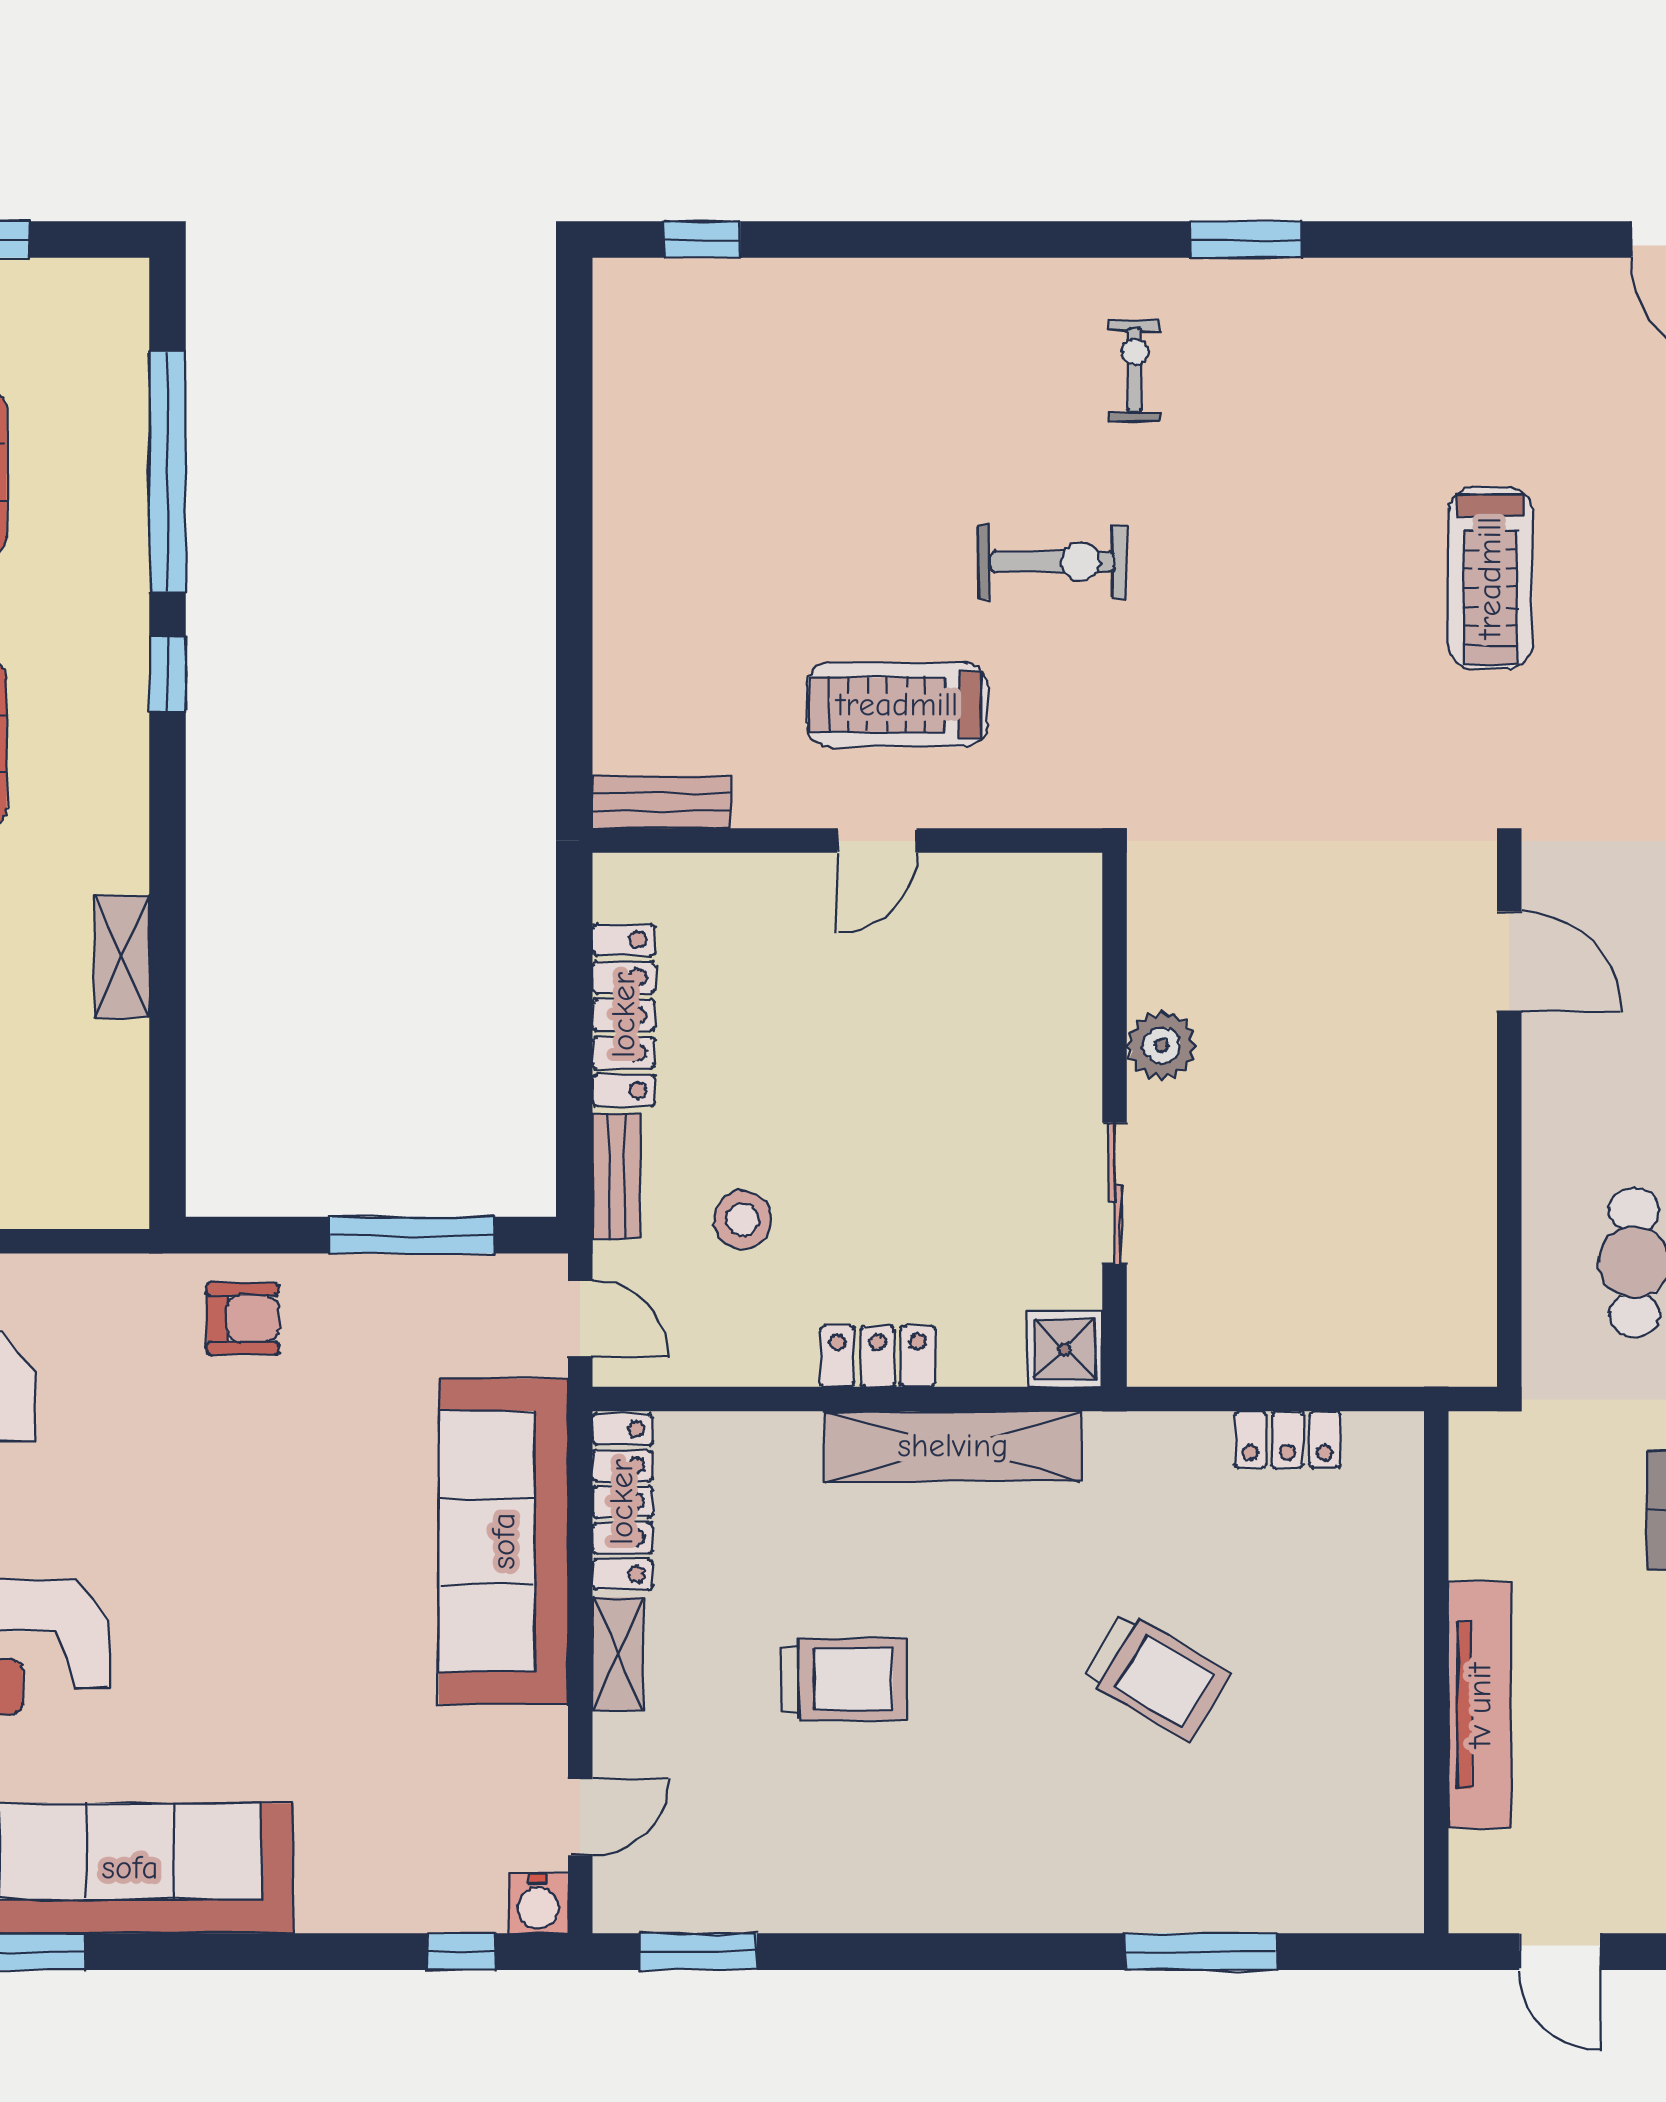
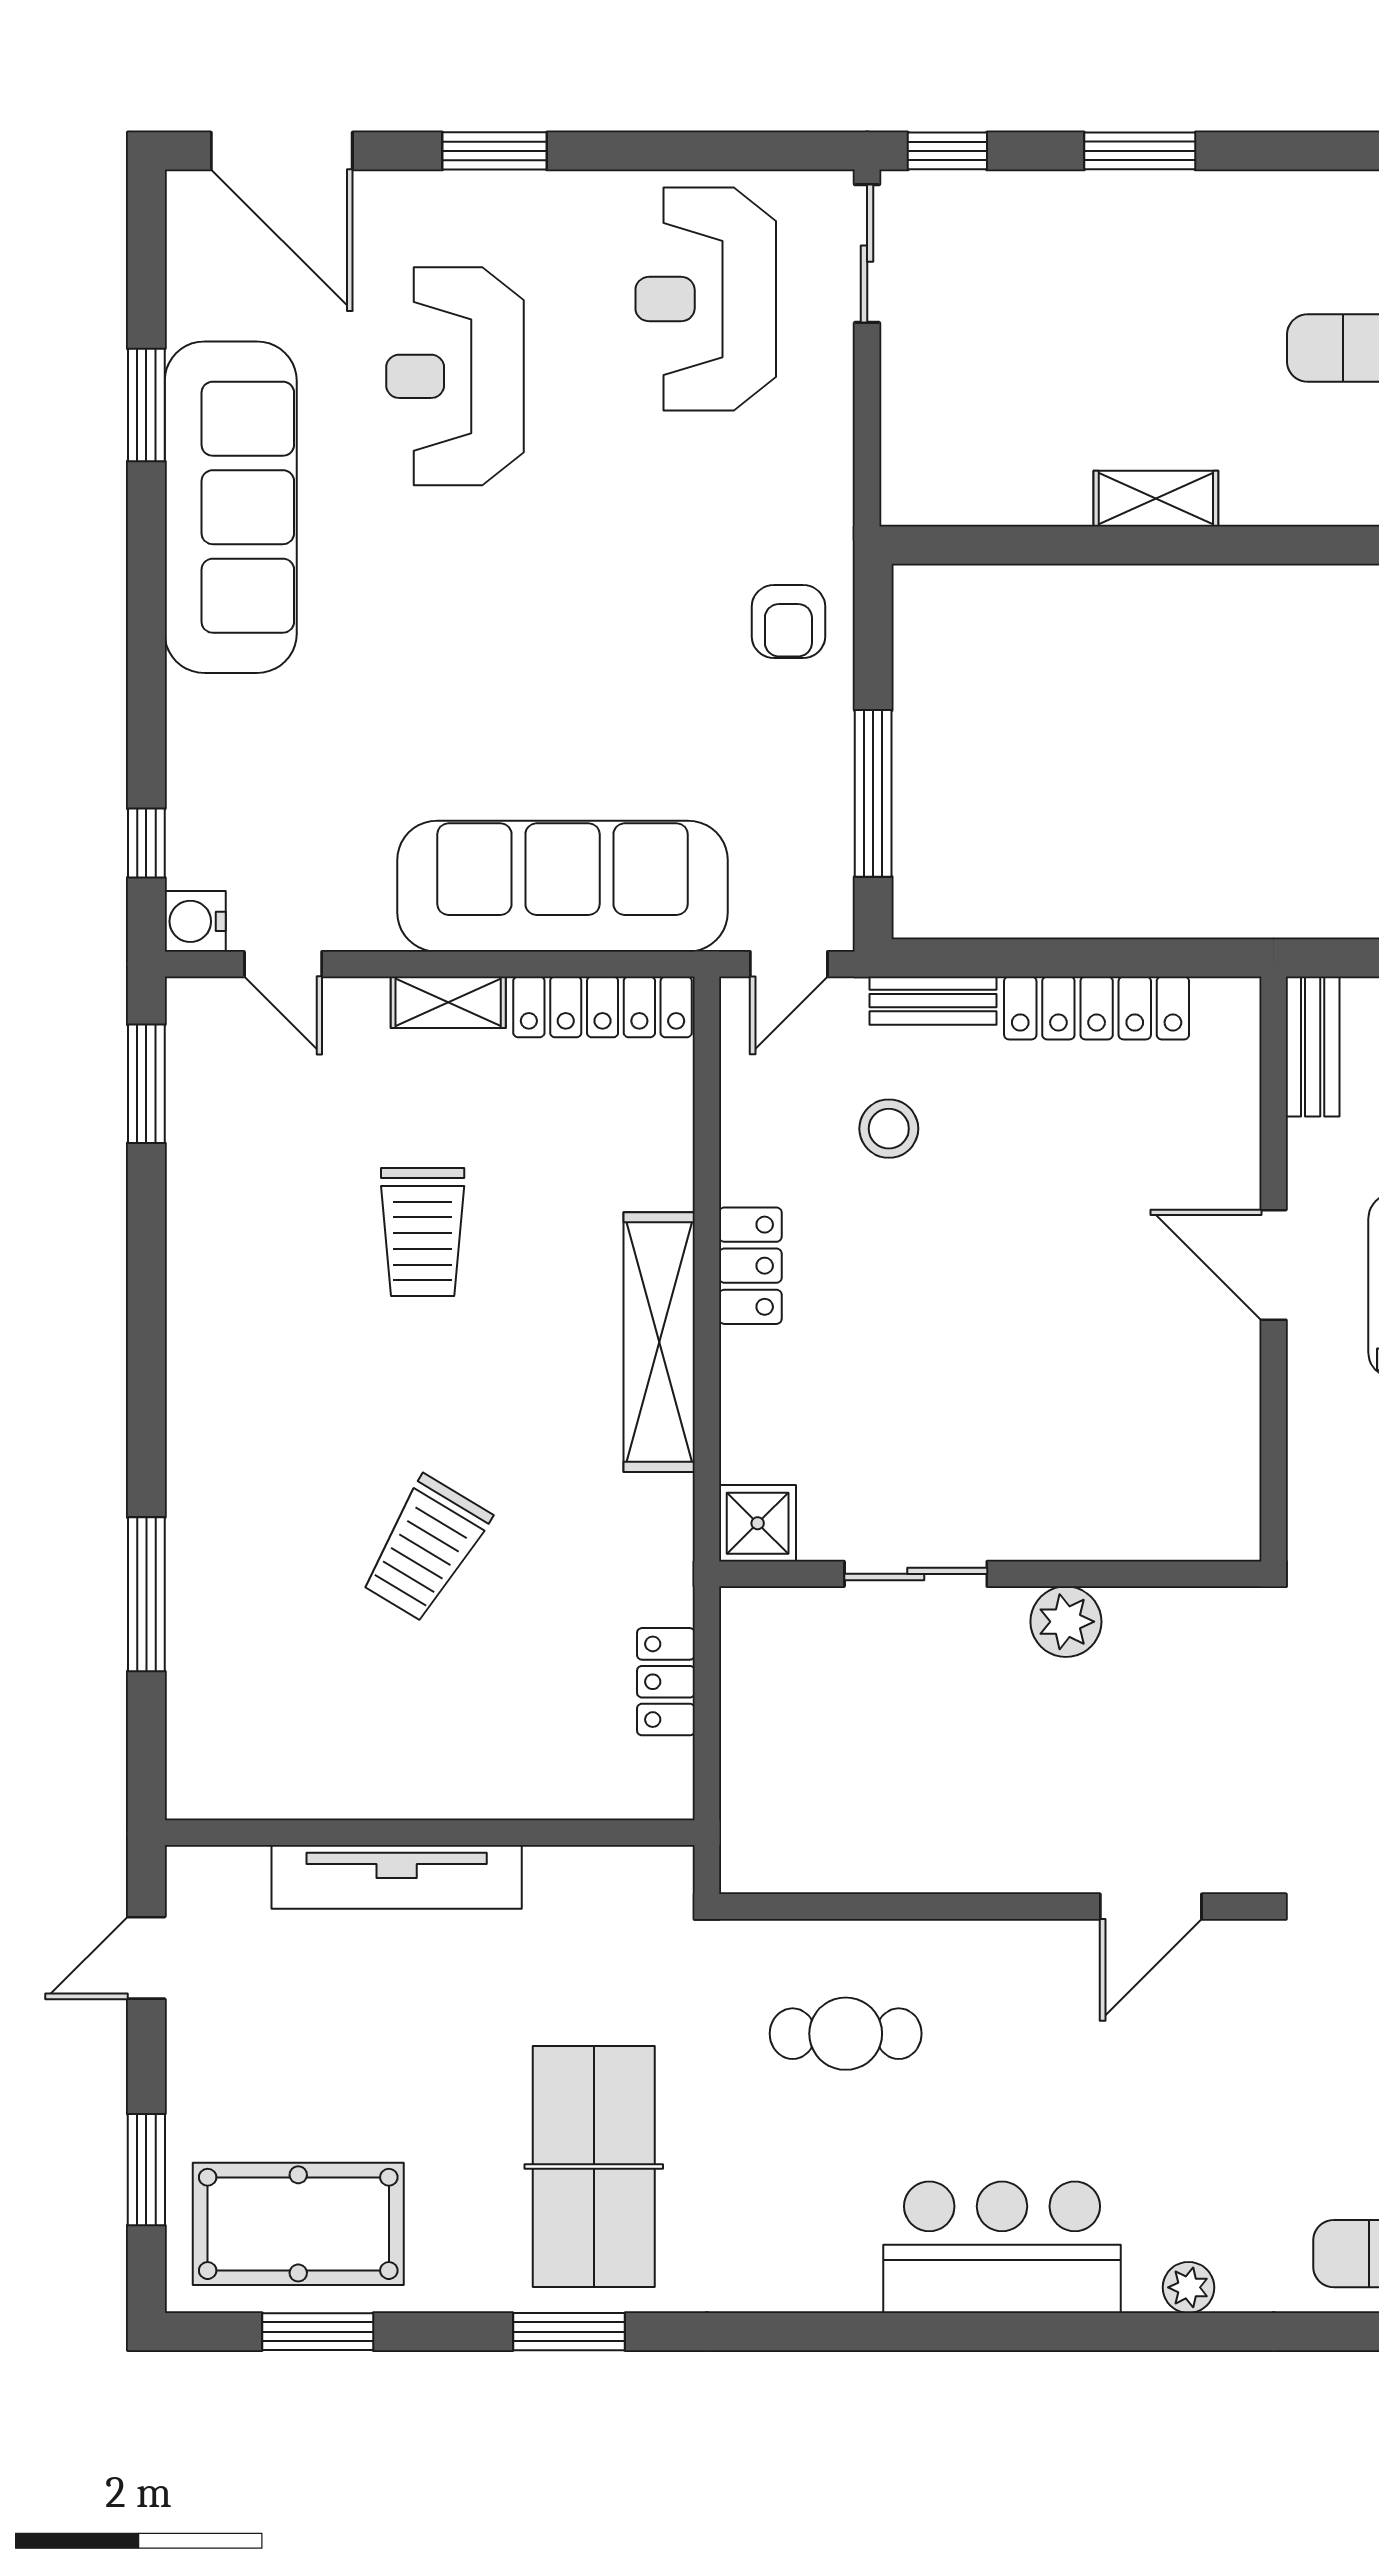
door: (877, 841) -> (1274, 1265), width x1.37
plant: (1162, 1045) -> (1066, 1622), moved
wall: (1115, 1120) -> (990, 1574), moved
sliding door: (1115, 1193) -> (916, 1574), moved
shower: (1065, 1349) -> (758, 1523), moved

